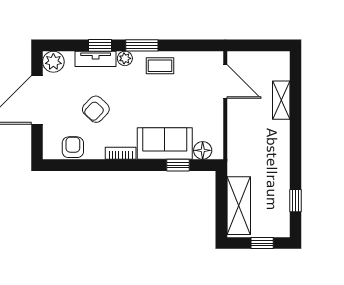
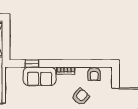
floor lamp: (203, 150) -> (17, 72), removed

